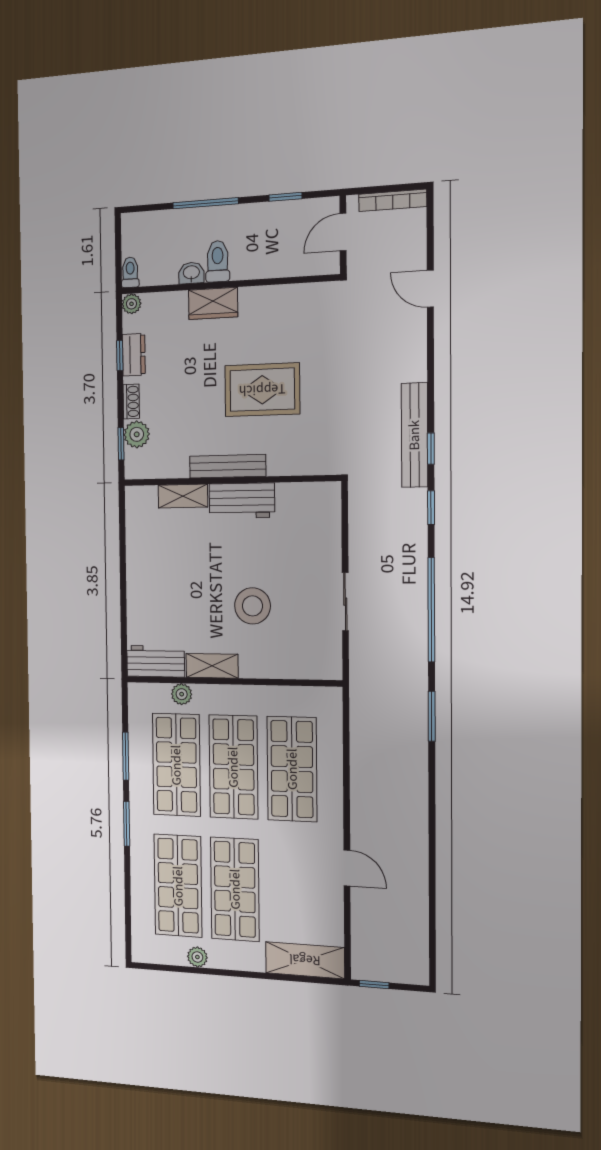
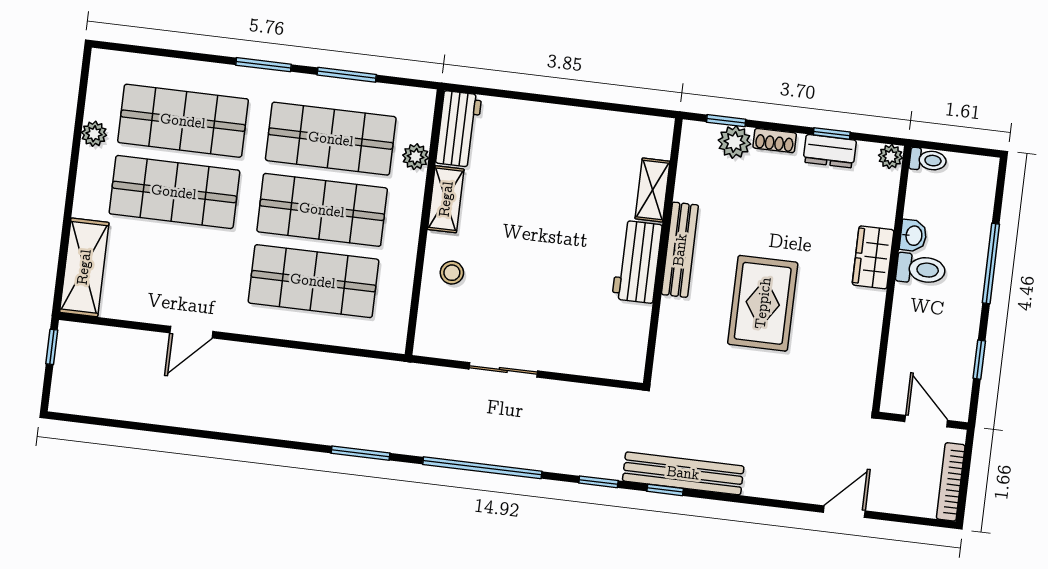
stool: (252, 606) -> (452, 273), moved, width x0.53, depth x0.53

